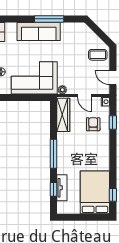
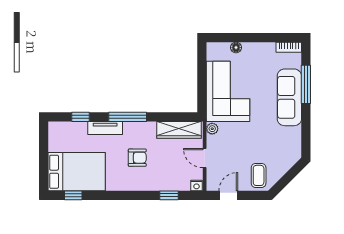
window: (49, 19) -> (306, 84), moved
door: (85, 96) -> (205, 158), hinge flipped
armchair: (93, 124) -> (137, 158), moved
tv unit: (62, 188) -> (105, 128), moved

